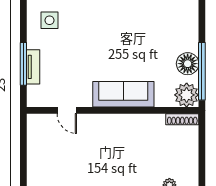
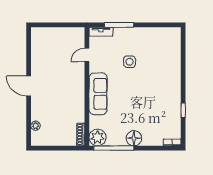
side table: (49, 20) -> (130, 62), moved
floor lamp: (188, 64) -> (134, 138), moved
tv unit: (33, 67) -> (101, 32), moved

